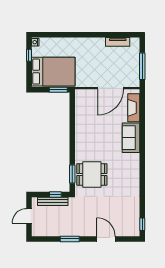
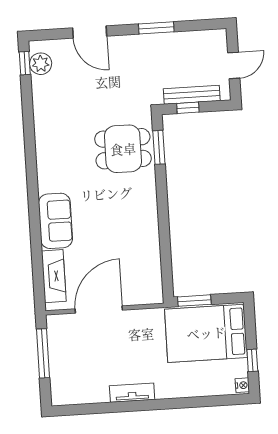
tv unit: (118, 42) -> (132, 393), moved
plant: (134, 223) -> (41, 64), added

